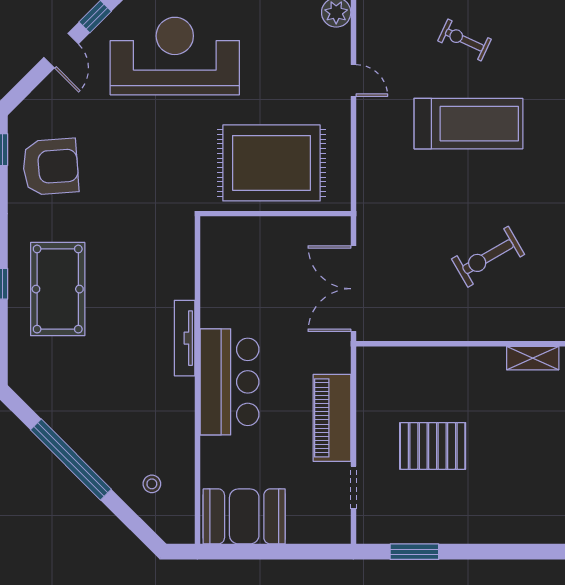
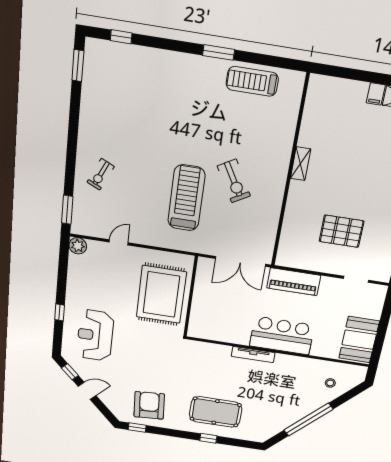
reception desk: (175, 56) -> (95, 335), width x0.74, depth x0.77
treadmill: (468, 124) -> (186, 198), moved
piano: (332, 418) -> (294, 282), moved
pallet: (433, 446) -> (342, 231), turned 90

